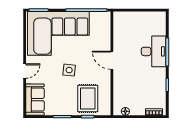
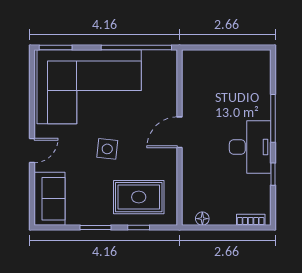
desk: (154, 51) -> (250, 147), moved
door: (112, 60) -> (179, 132), hinge flipped
rug: (88, 99) -> (139, 197), turned 90

